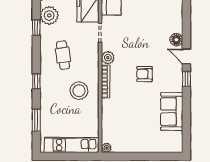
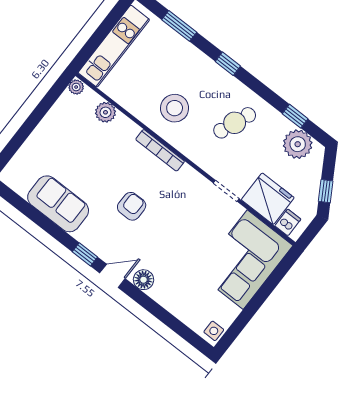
cafe table: (63, 55) -> (235, 123), turned -60
plant: (108, 58) -> (106, 112), moved

